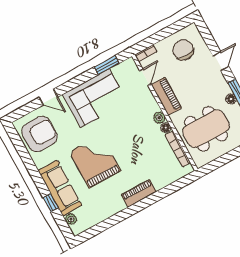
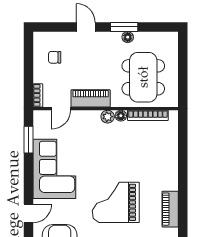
chair: (183, 50) -> (55, 57), width x0.54, depth x0.54
door: (145, 77) -> (61, 109), swing flipped
piano: (139, 193) -> (170, 209), moved

